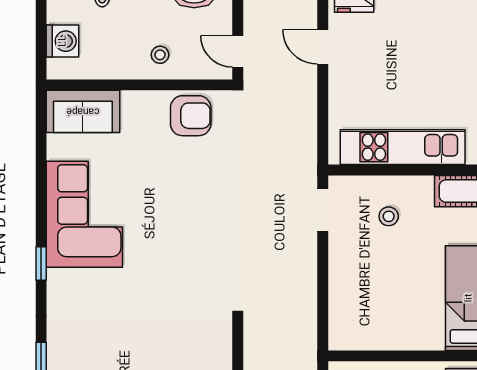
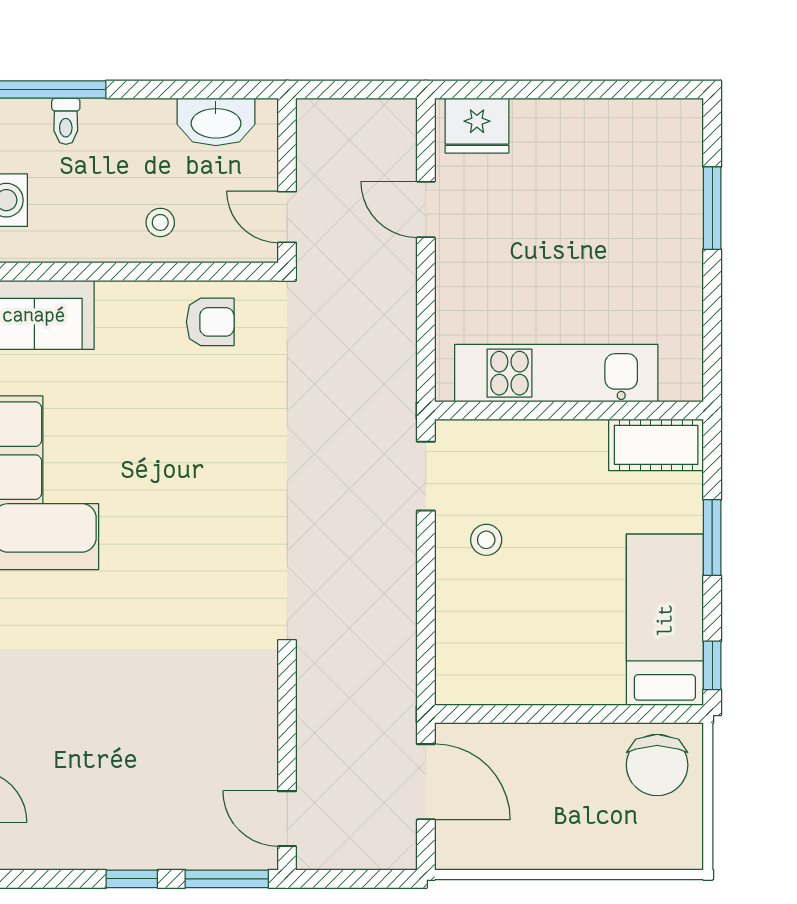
armchair: (191, 116) -> (210, 322), width x0.72, depth x0.72
stool: (389, 216) -> (486, 540), moved

